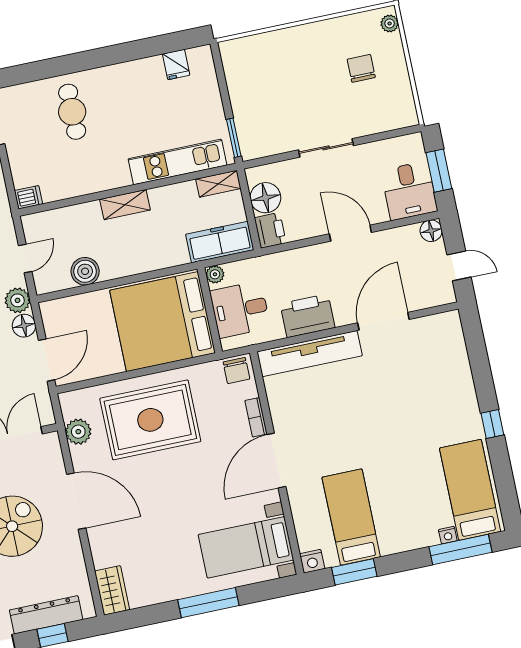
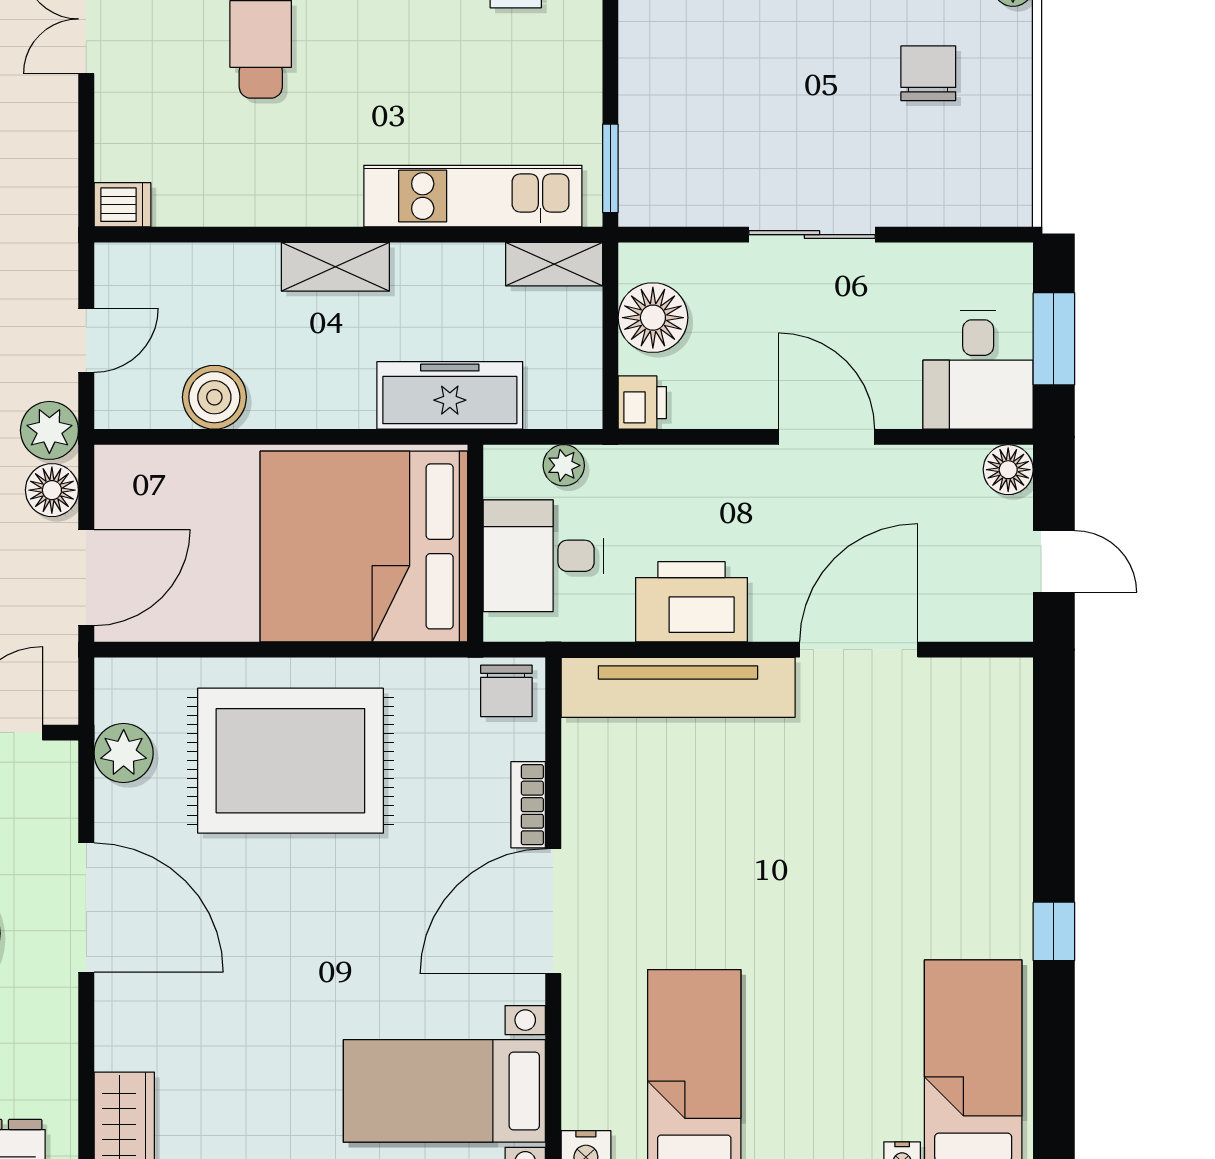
printer: (270, 230) -> (642, 403), width x0.73, depth x0.81
freezer: (220, 242) -> (450, 395), moved
plant: (215, 274) -> (564, 465), moved

